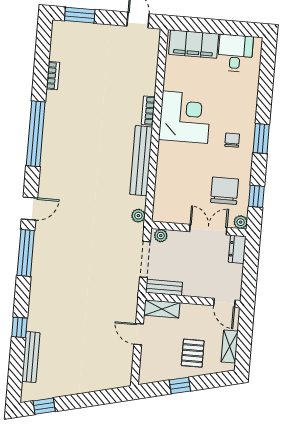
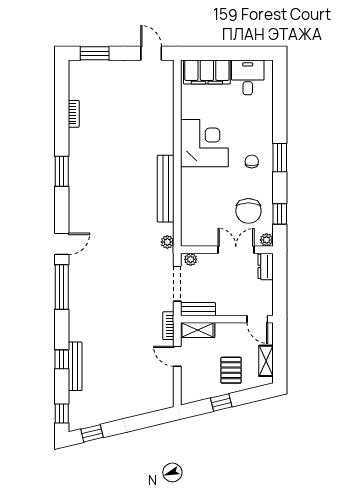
bookcase: (148, 111) -> (168, 326), moved
window: (36, 134) -> (62, 171), width x0.47
chair: (224, 191) -> (248, 211), turned 180
bench: (31, 357) -> (75, 366), moved
window: (15, 383) -> (62, 414), added

